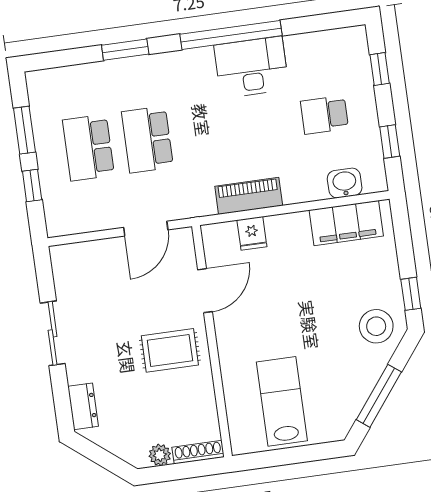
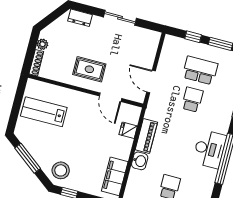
desk: (251, 67) -> (209, 149), moved
school desk: (147, 139) -> (192, 100), width x0.54
washbasin: (345, 183) -> (140, 161), moved
rug: (170, 350) -> (89, 69), turned 90
lab bench: (282, 401) -> (44, 112), turned 180

